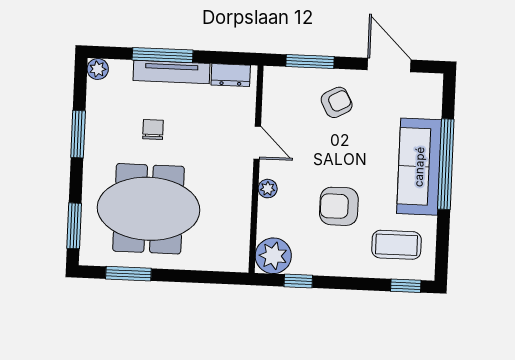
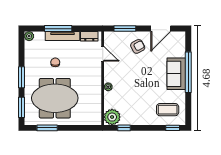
door: (389, 65) -> (161, 29), swing flipped
window: (78, 134) -> (22, 77), moved
door: (257, 143) -> (103, 54), moved
sofa: (419, 167) -> (176, 74), width x0.73
armchair: (339, 206) -> (141, 93), removed

